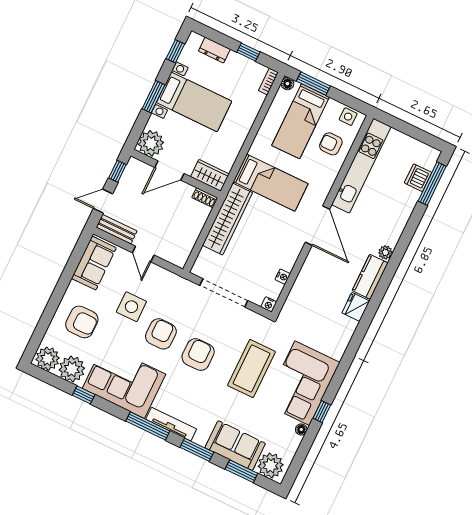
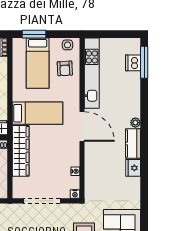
floor lamp: (287, 84) -> (17, 43), removed
armchair: (331, 144) -> (65, 68), turned -93

